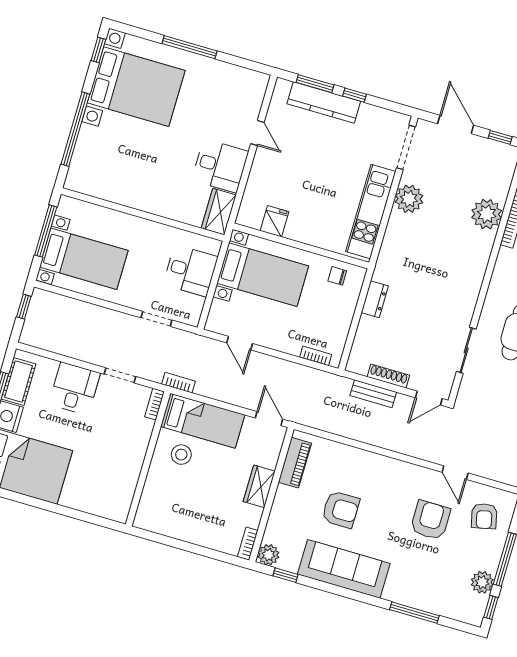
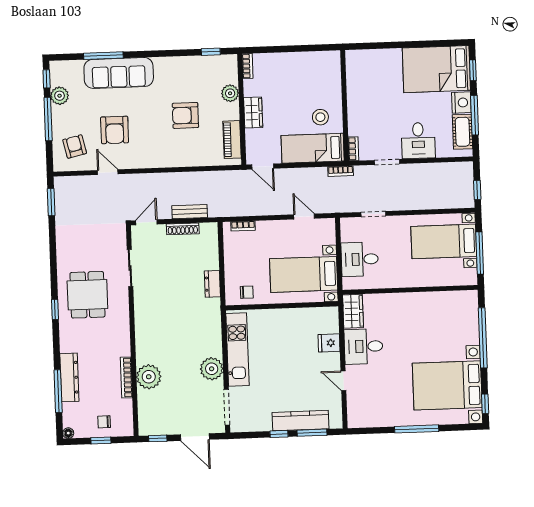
fridge: (275, 221) -> (329, 343), moved, turned 90
plant: (268, 555) -> (230, 93), moved
sofa: (344, 569) -> (119, 73), moved

